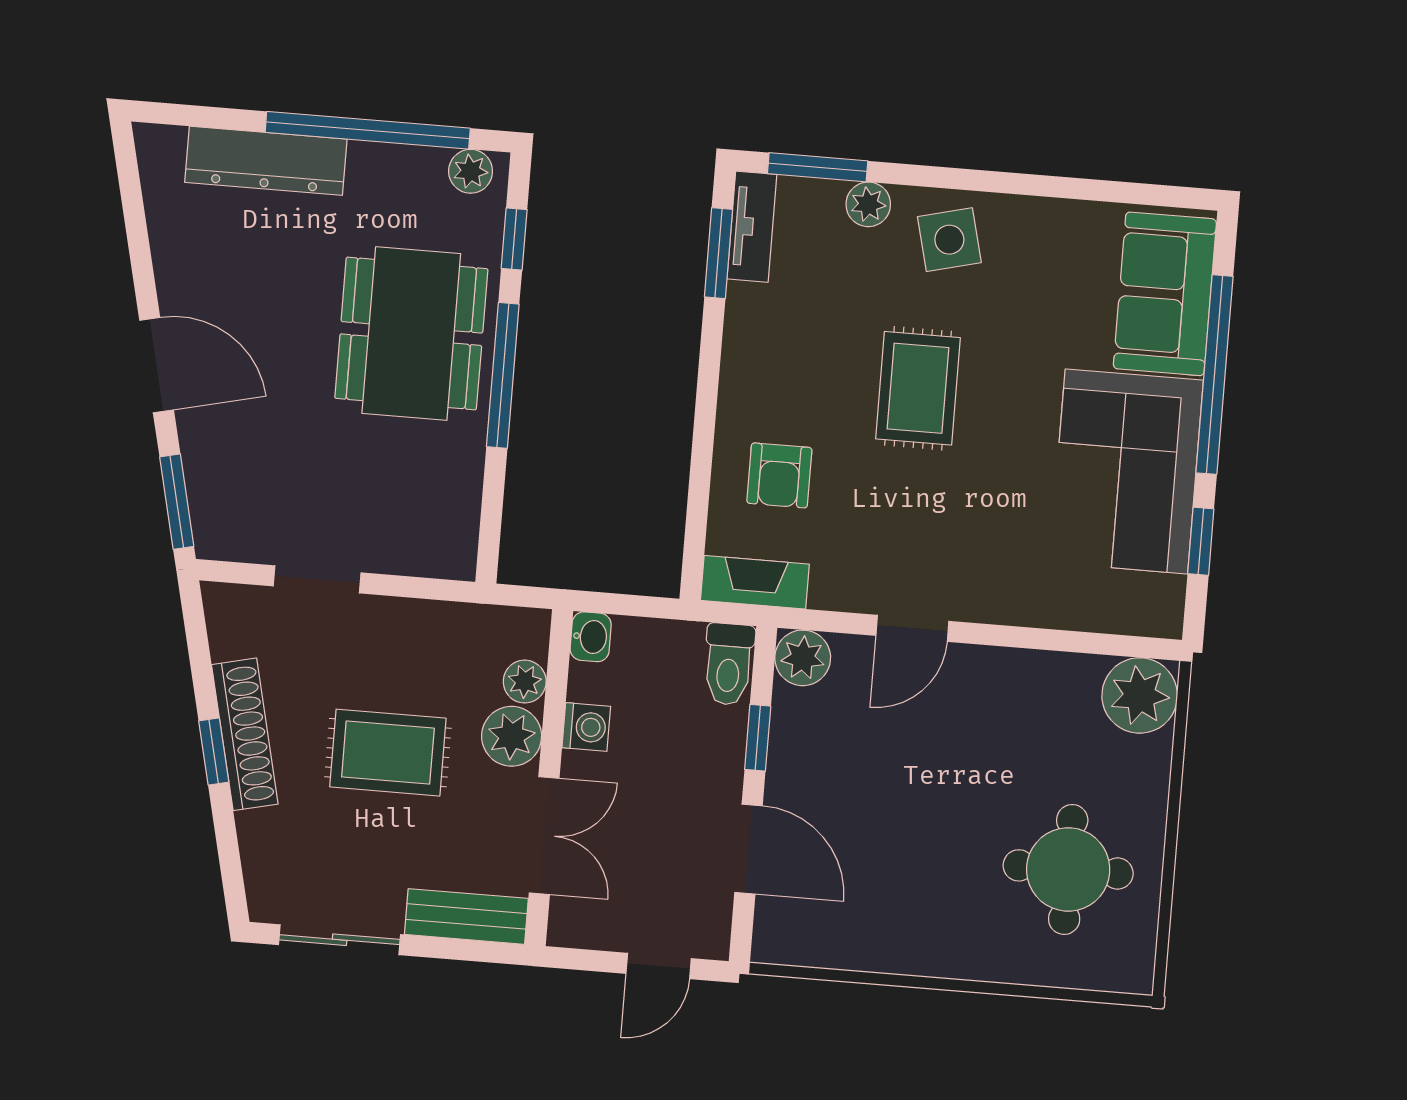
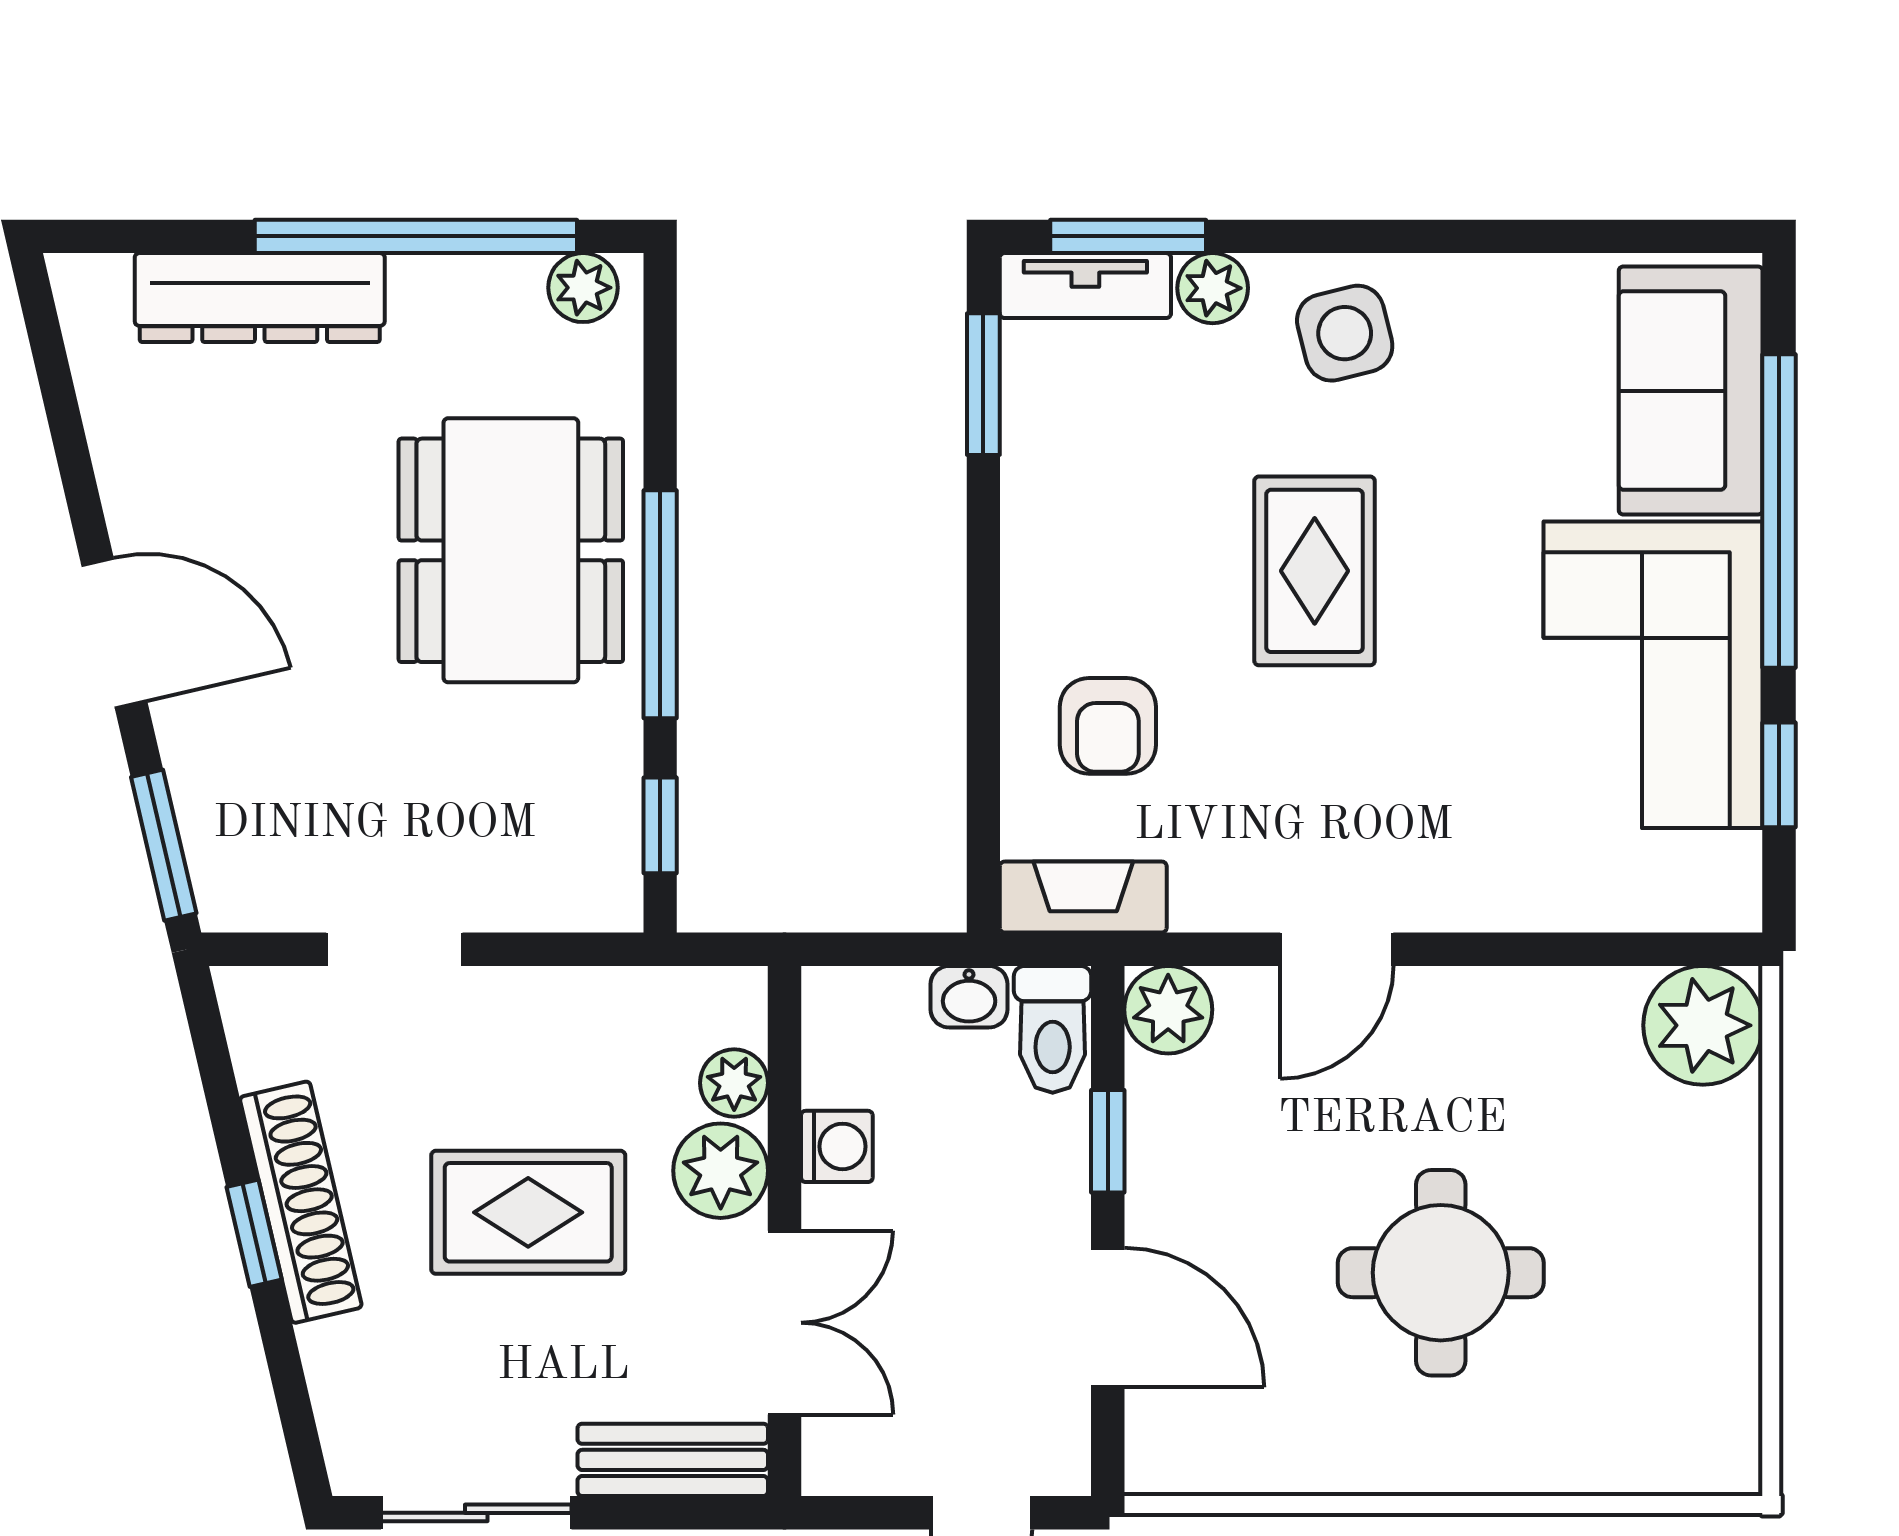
tv unit: (752, 227) -> (1085, 286), moved, turned 90
window: (514, 239) -> (660, 825), moved
washbasin: (591, 637) -> (969, 997), moved, turned 90
round table: (1068, 869) -> (1441, 1273), moved

